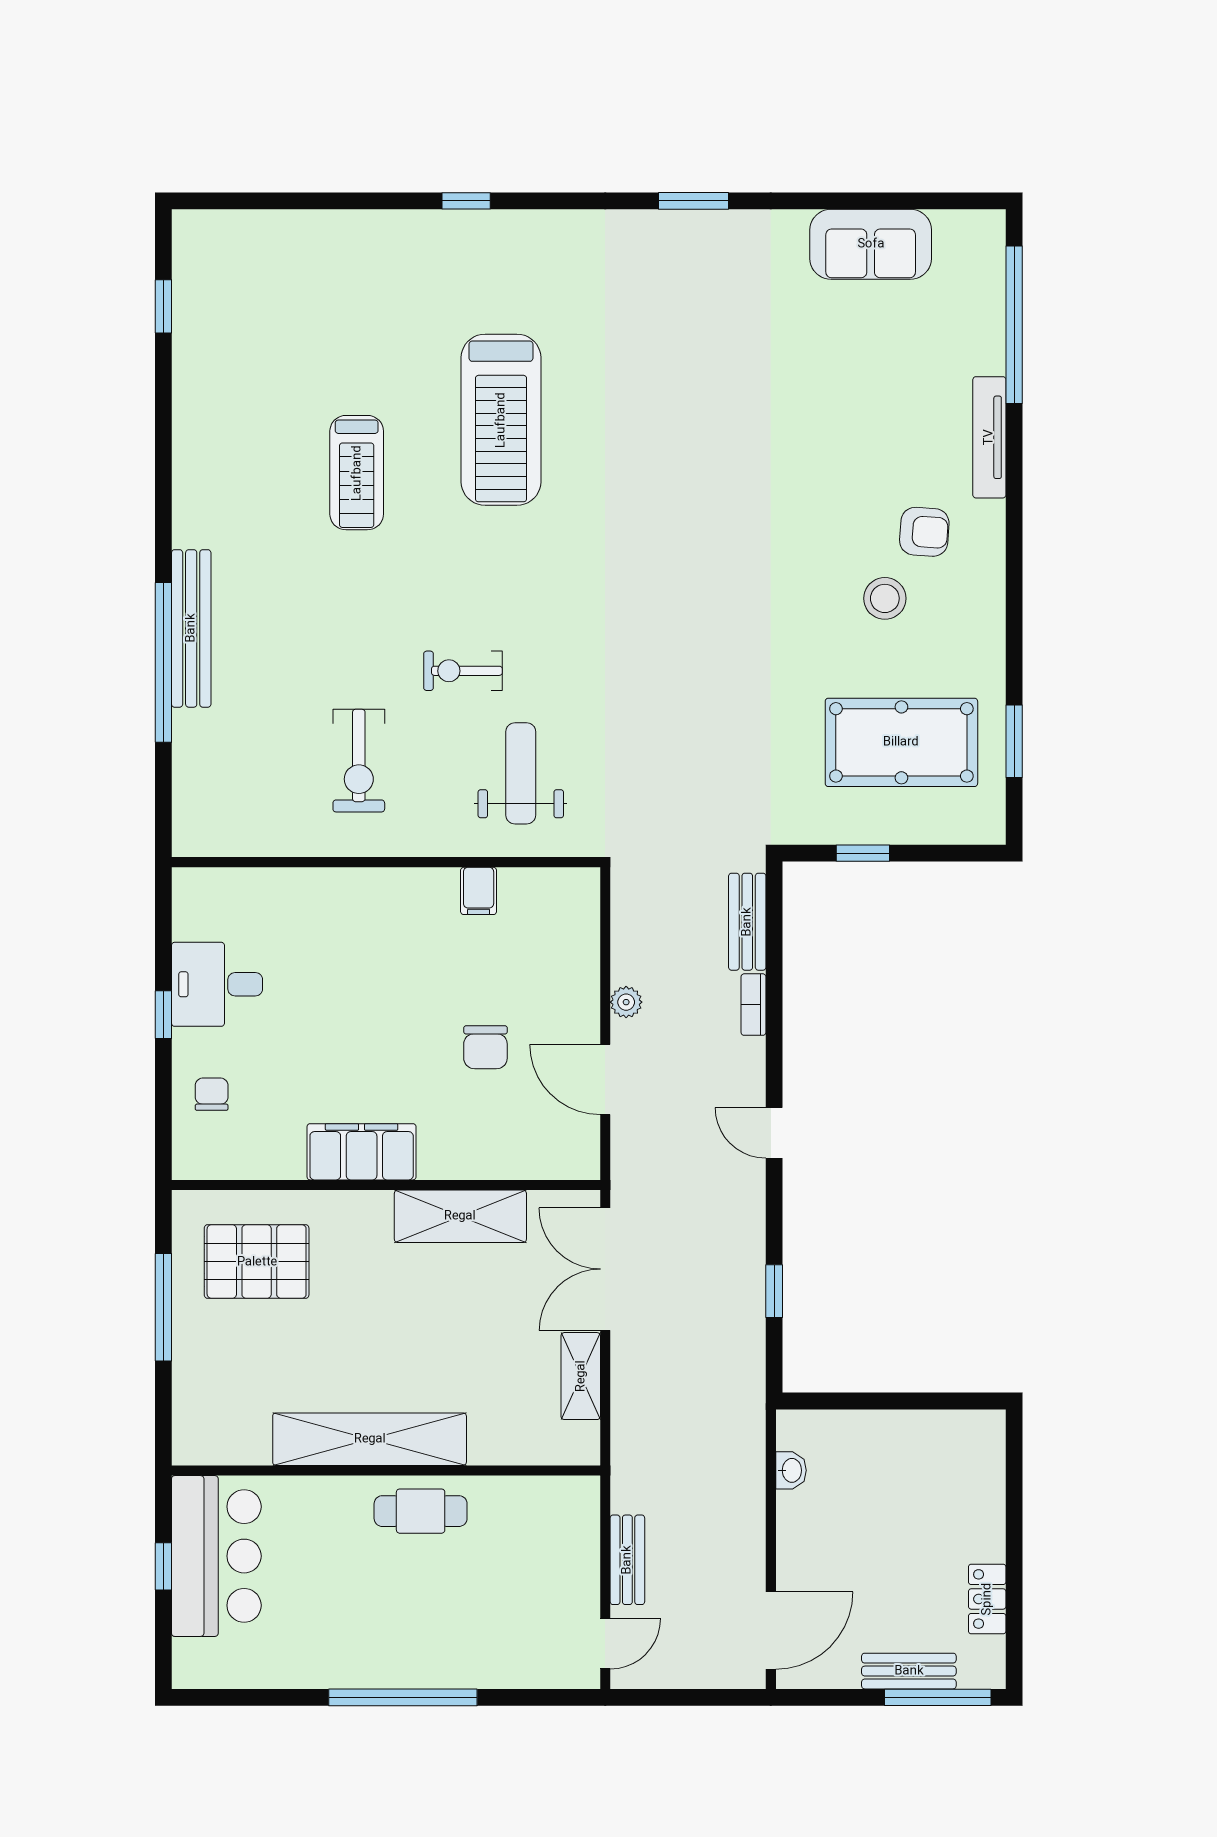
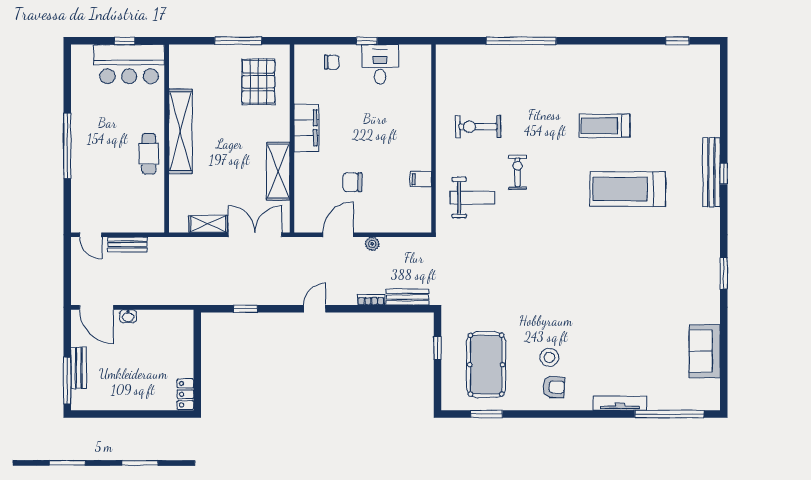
armchair: (924, 532) -> (554, 387), moved, turned -91
bench: (191, 628) -> (711, 172), moved, turned 90
washbasin: (791, 1470) -> (128, 316), moved
locker: (987, 1599) -> (185, 394), moved, turned -90

